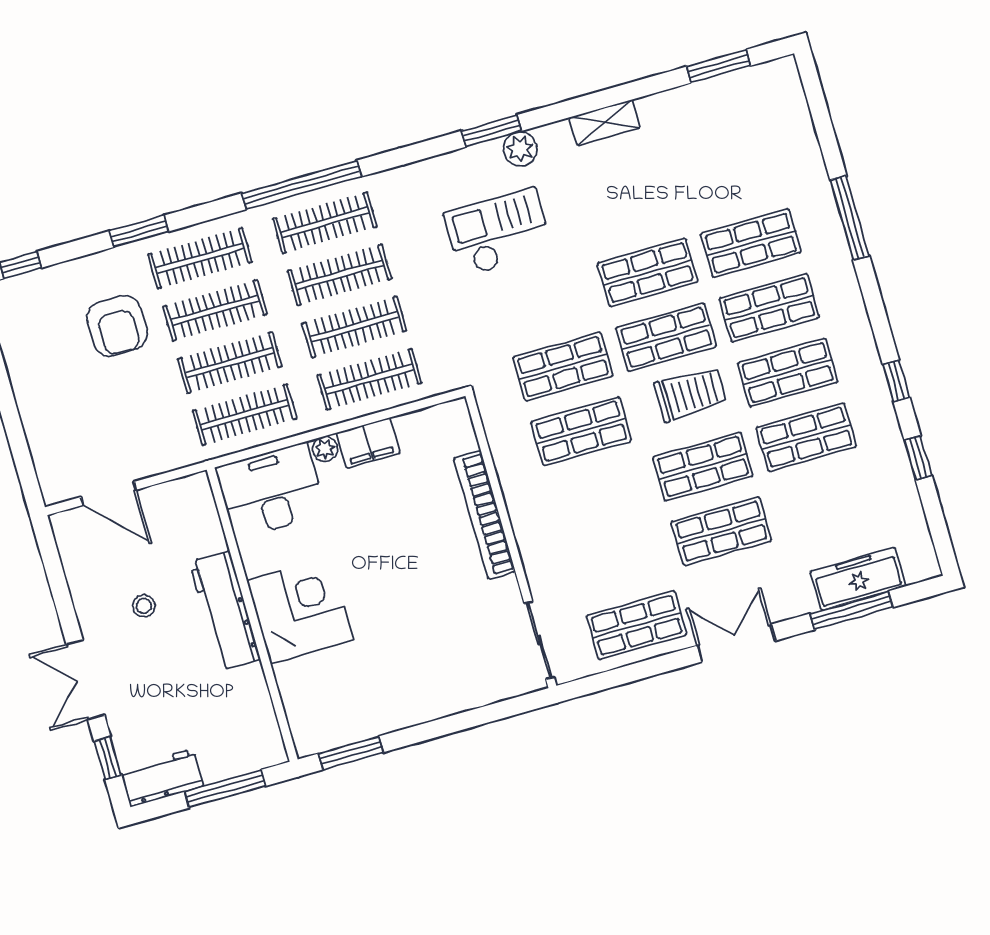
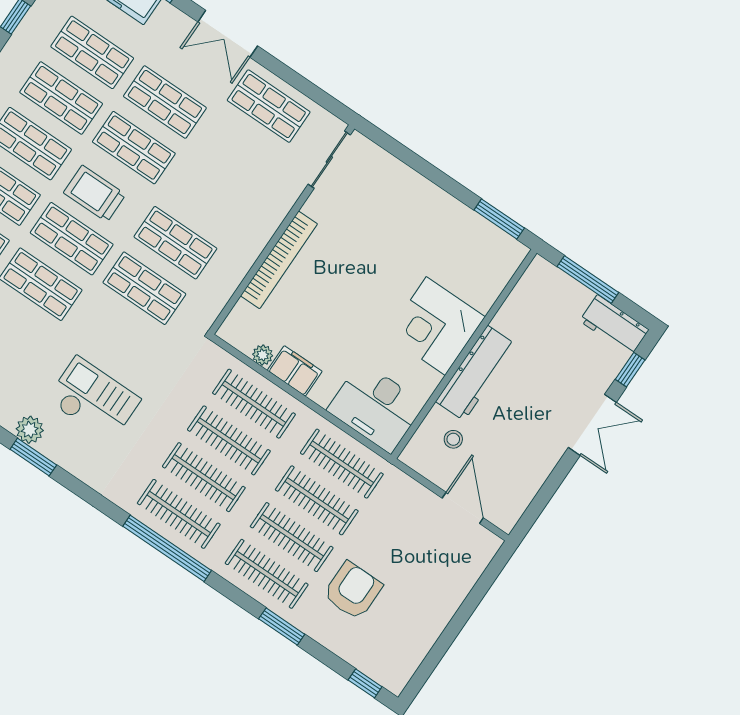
checkout: (498, 232) -> (94, 399), turned 180
plant: (325, 449) -> (263, 355), moved
shop shelf: (824, 502) -> (92, 52), added
stool: (144, 606) -> (453, 439), moved

